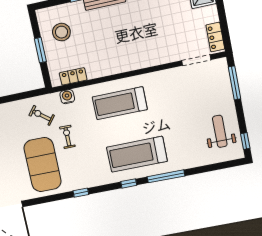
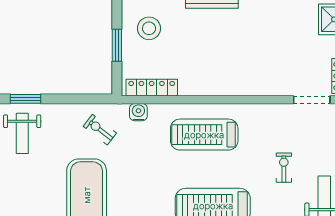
locker: (73, 76) -> (152, 88), width x1.53
exercise bike: (67, 137) -> (284, 168), moved

